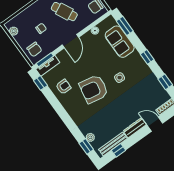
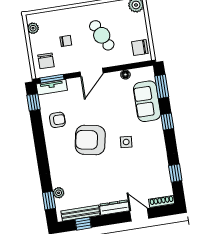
window: (147, 57) -> (167, 122), moved

